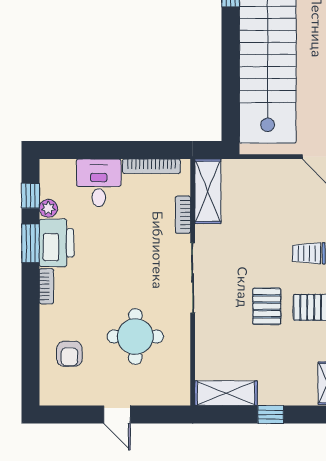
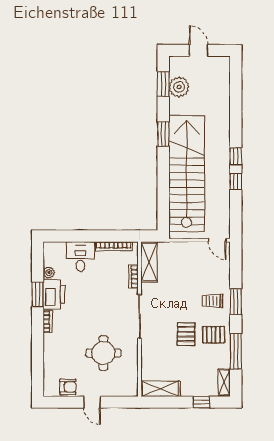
window: (30, 196) -> (38, 265), removed
armchair: (69, 354) -> (68, 387), moved, turned -90
window: (271, 415) -> (201, 402), moved

